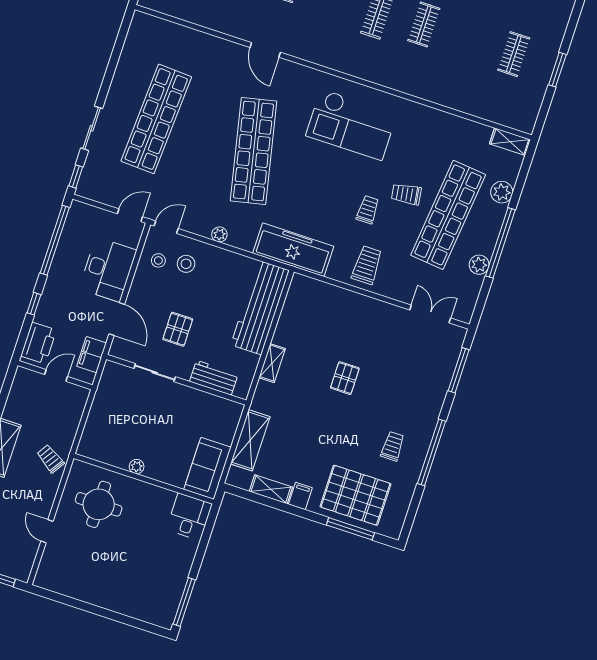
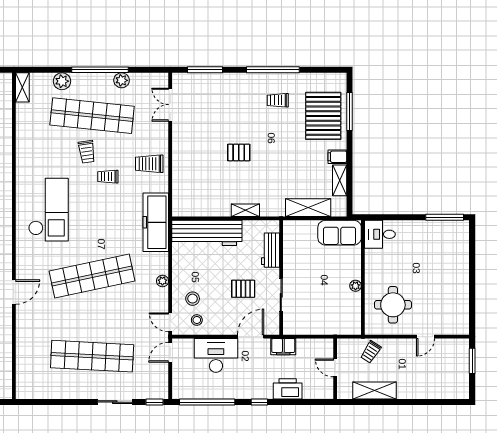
door: (130, 215) -> (170, 352), hinge flipped
wall: (55, 375) -> (335, 369), moved
door: (56, 375) -> (335, 368), moved

